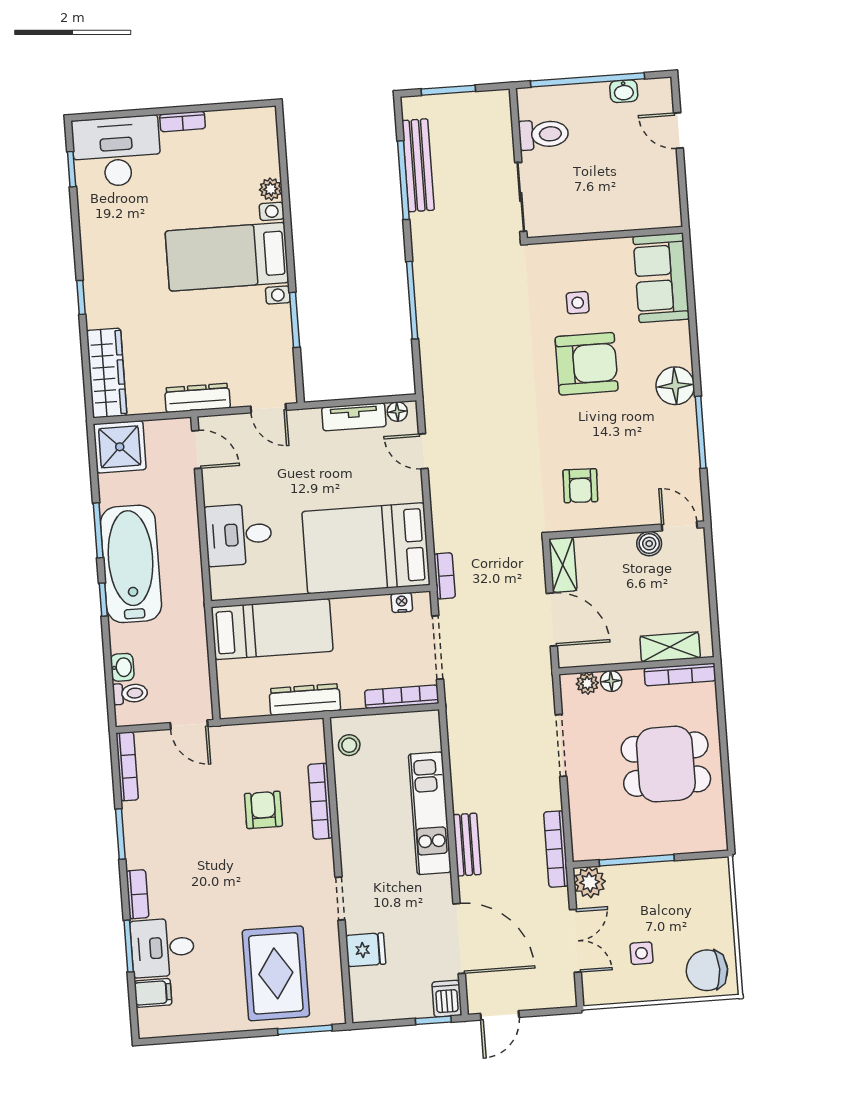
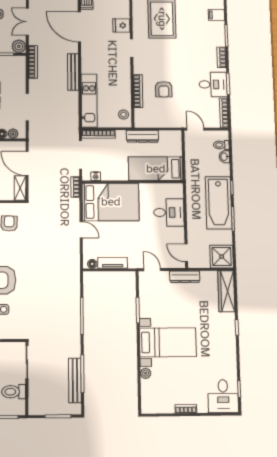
desk: (117, 152) -> (223, 396), width x0.73
door: (423, 451) -> (81, 230), moved
kitchen unit: (430, 813) -> (89, 101), moved
bench: (467, 845) -> (73, 72), width x1.36
desk: (163, 948) -> (213, 84), moved

